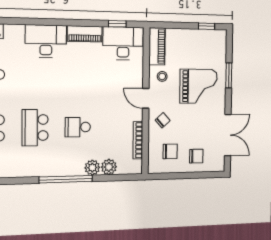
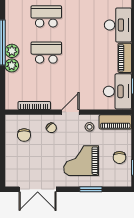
grand piano: (199, 86) -> (81, 161), turned 90
school desk: (78, 127) -> (46, 53), width x1.85
chair: (196, 156) -> (119, 157), moved
plant: (109, 167) -> (12, 51), moved

